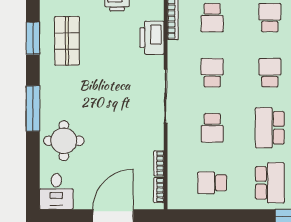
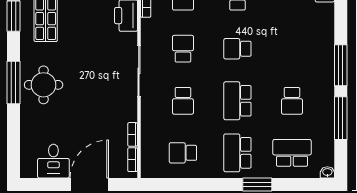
school desk: (270, 73) -> (237, 49), turned -90
round table: (64, 141) -> (44, 85), moved
school desk: (270, 183) -> (237, 153), turned 180
desk: (56, 191) -> (53, 161), moved

